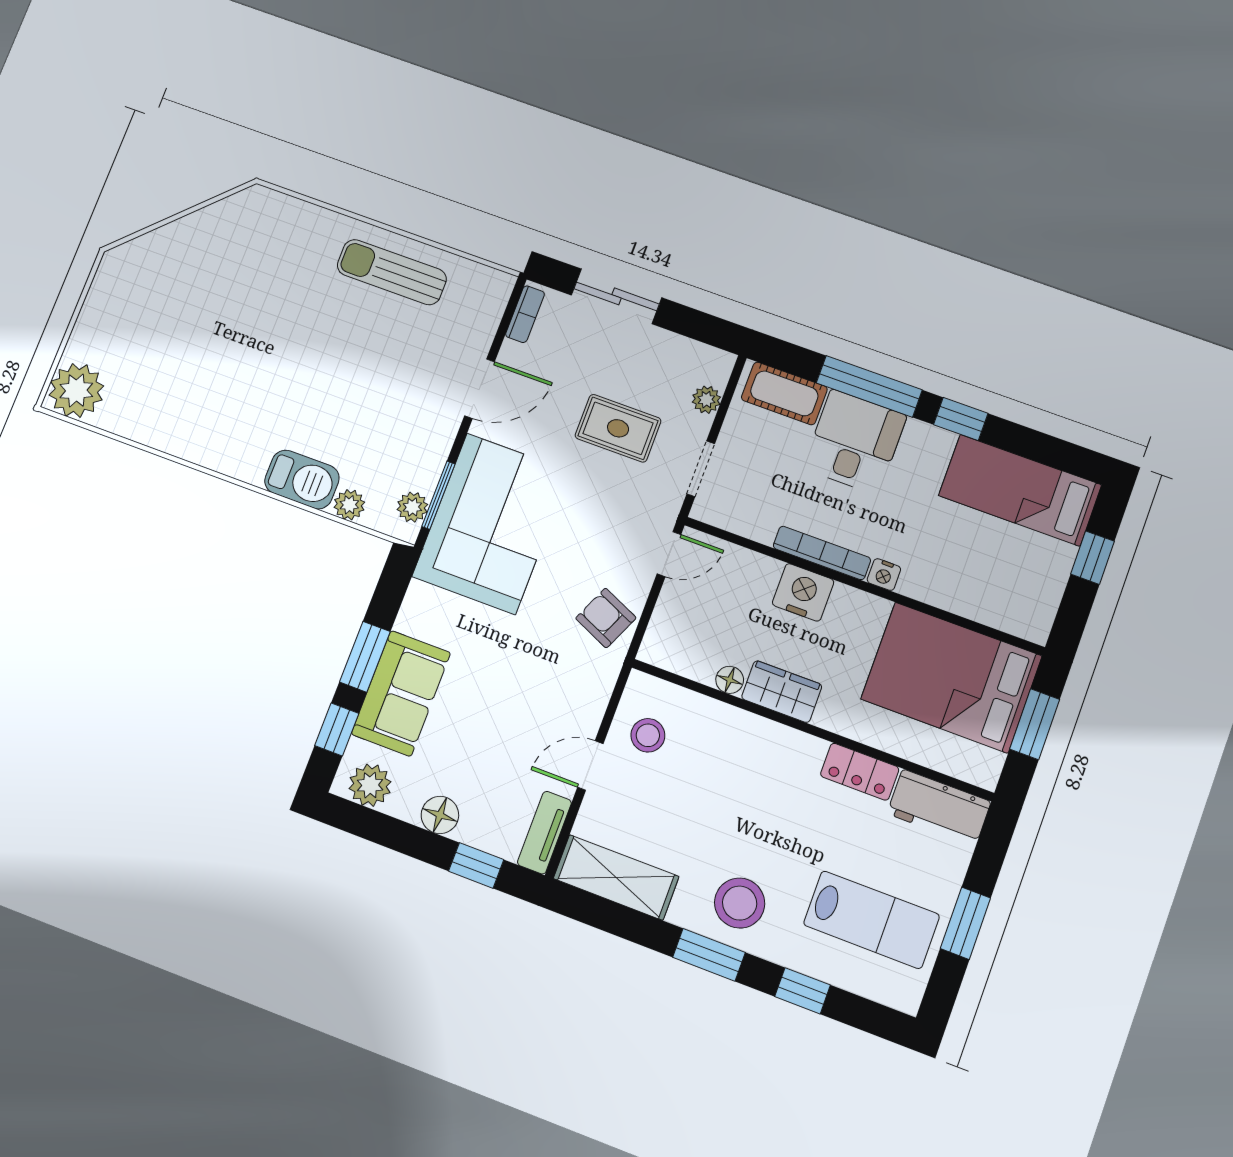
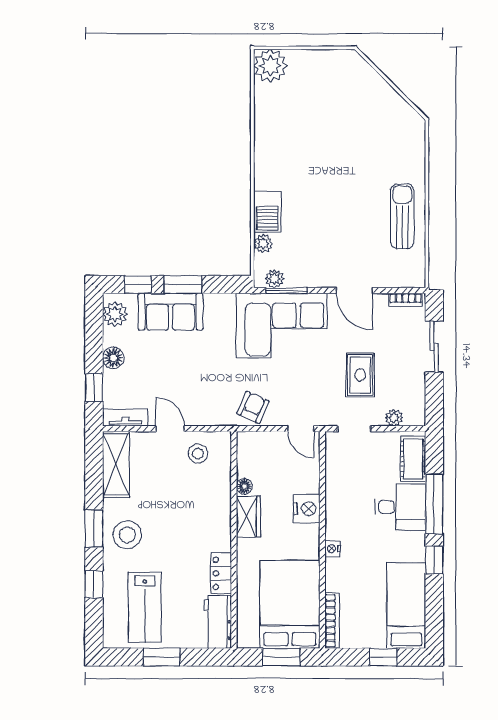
bookcase: (822, 553) -> (332, 621), moved

